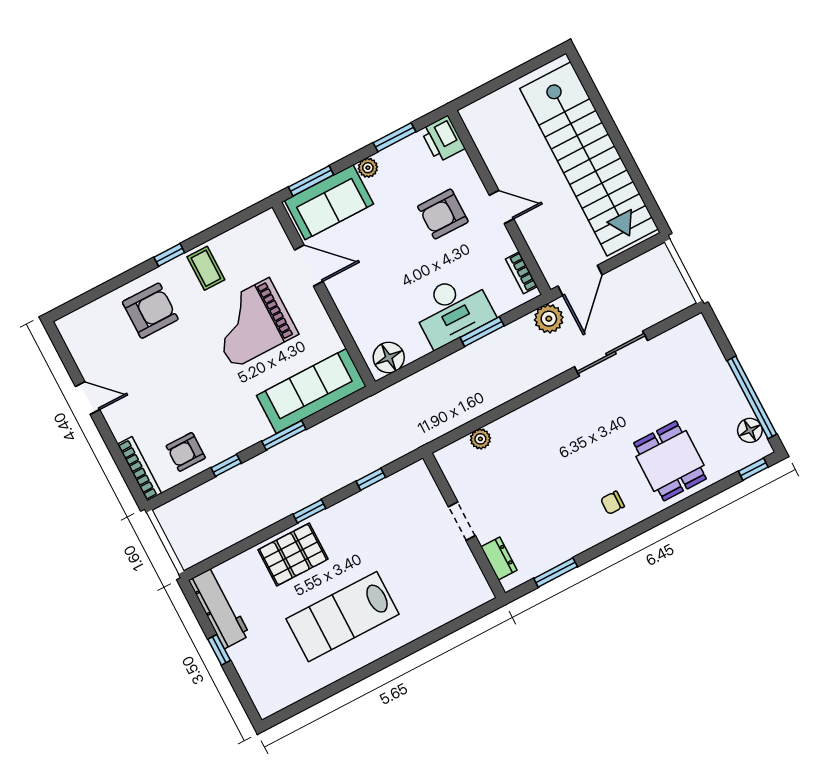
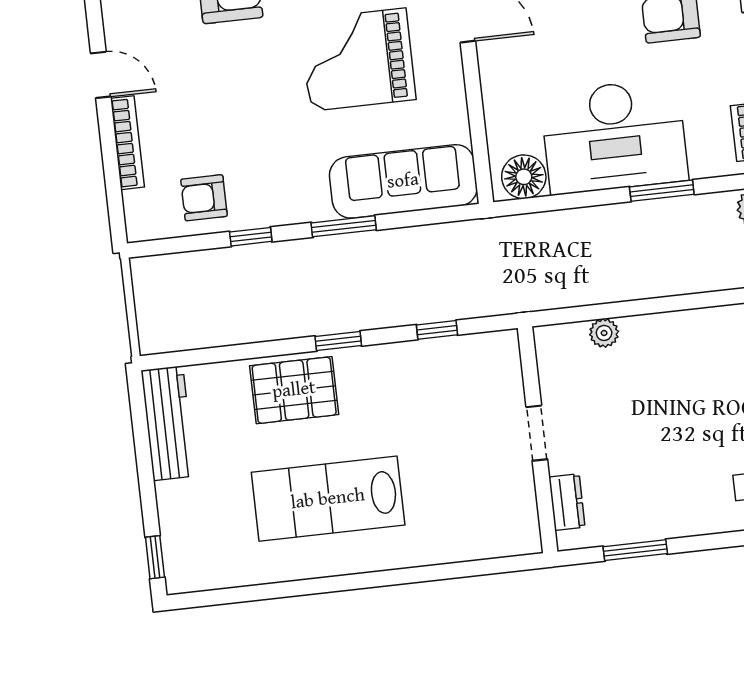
desk: (453, 310) -> (614, 136), width x1.36, depth x1.30
bookcase: (139, 469) -> (127, 143), moved
window: (219, 650) -> (155, 557), moved

